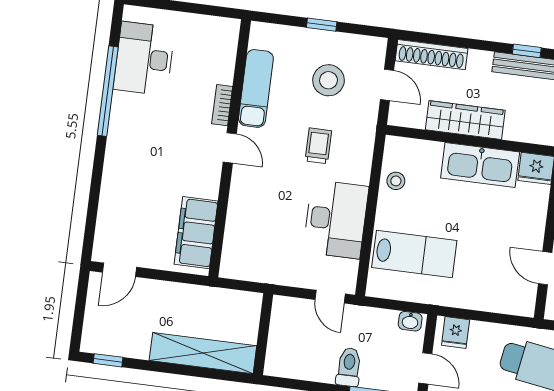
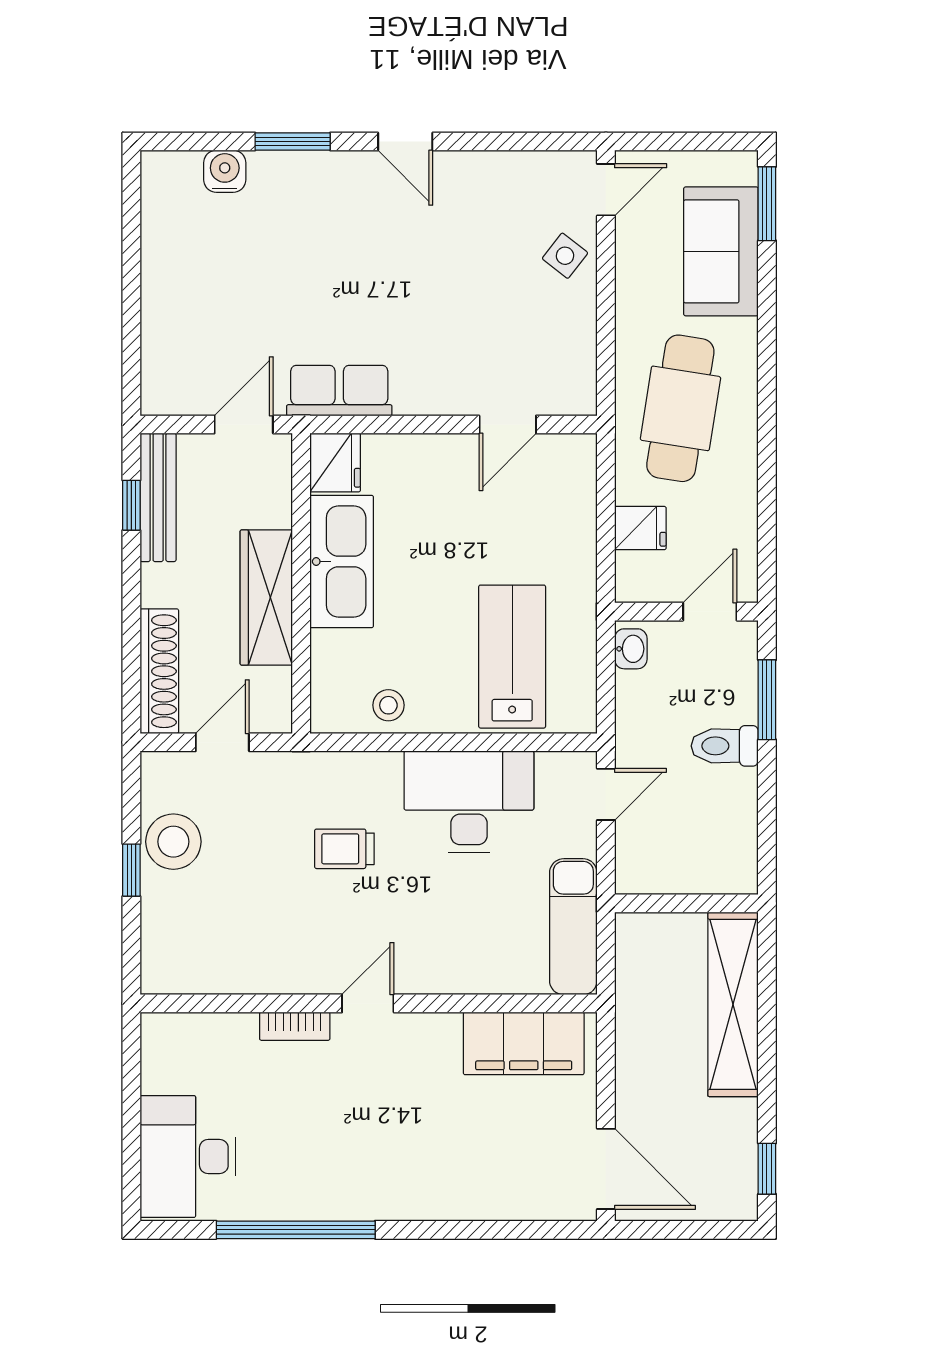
desk: (144, 59) -> (188, 1157), moved, turned 90
stool: (328, 80) -> (173, 842), moved
exam couch: (256, 88) -> (573, 927), moved, turned -90
door: (120, 270) -> (606, 1169), width x1.38
fridge: (456, 332) -> (640, 528), moved

